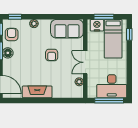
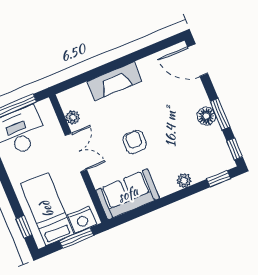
armchair: (12, 35) -> (212, 148), removed
fireplace: (37, 92) -> (114, 81), moved

